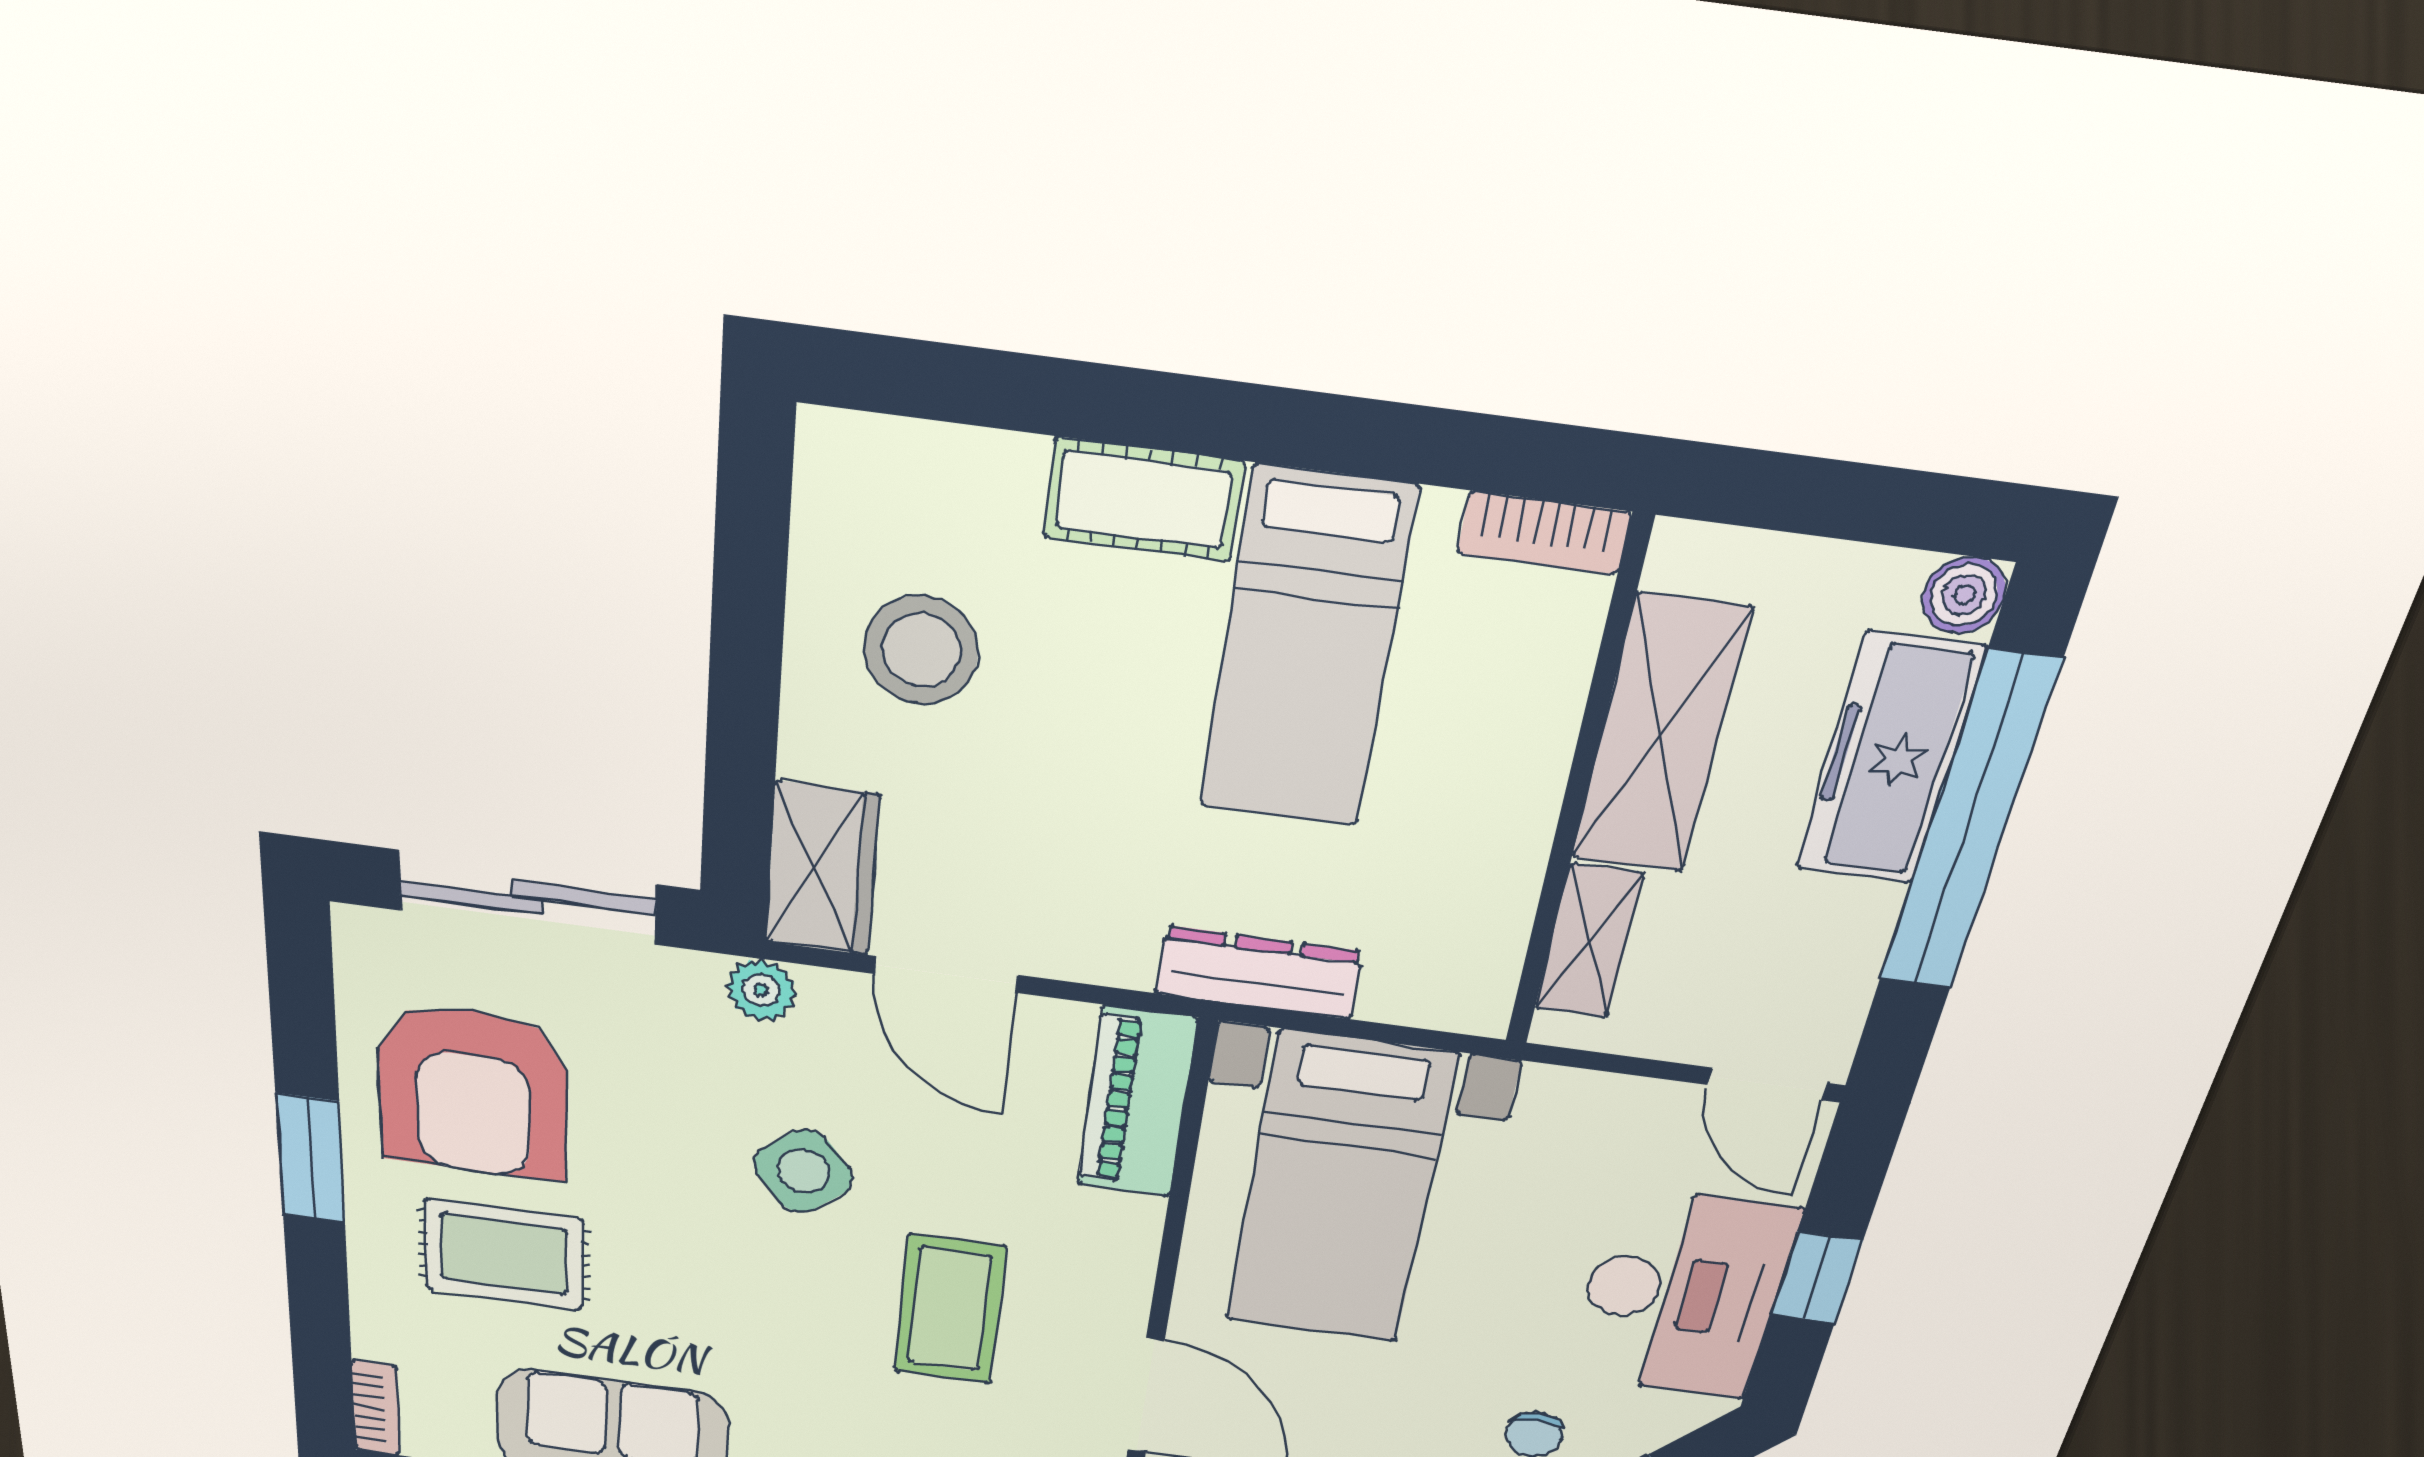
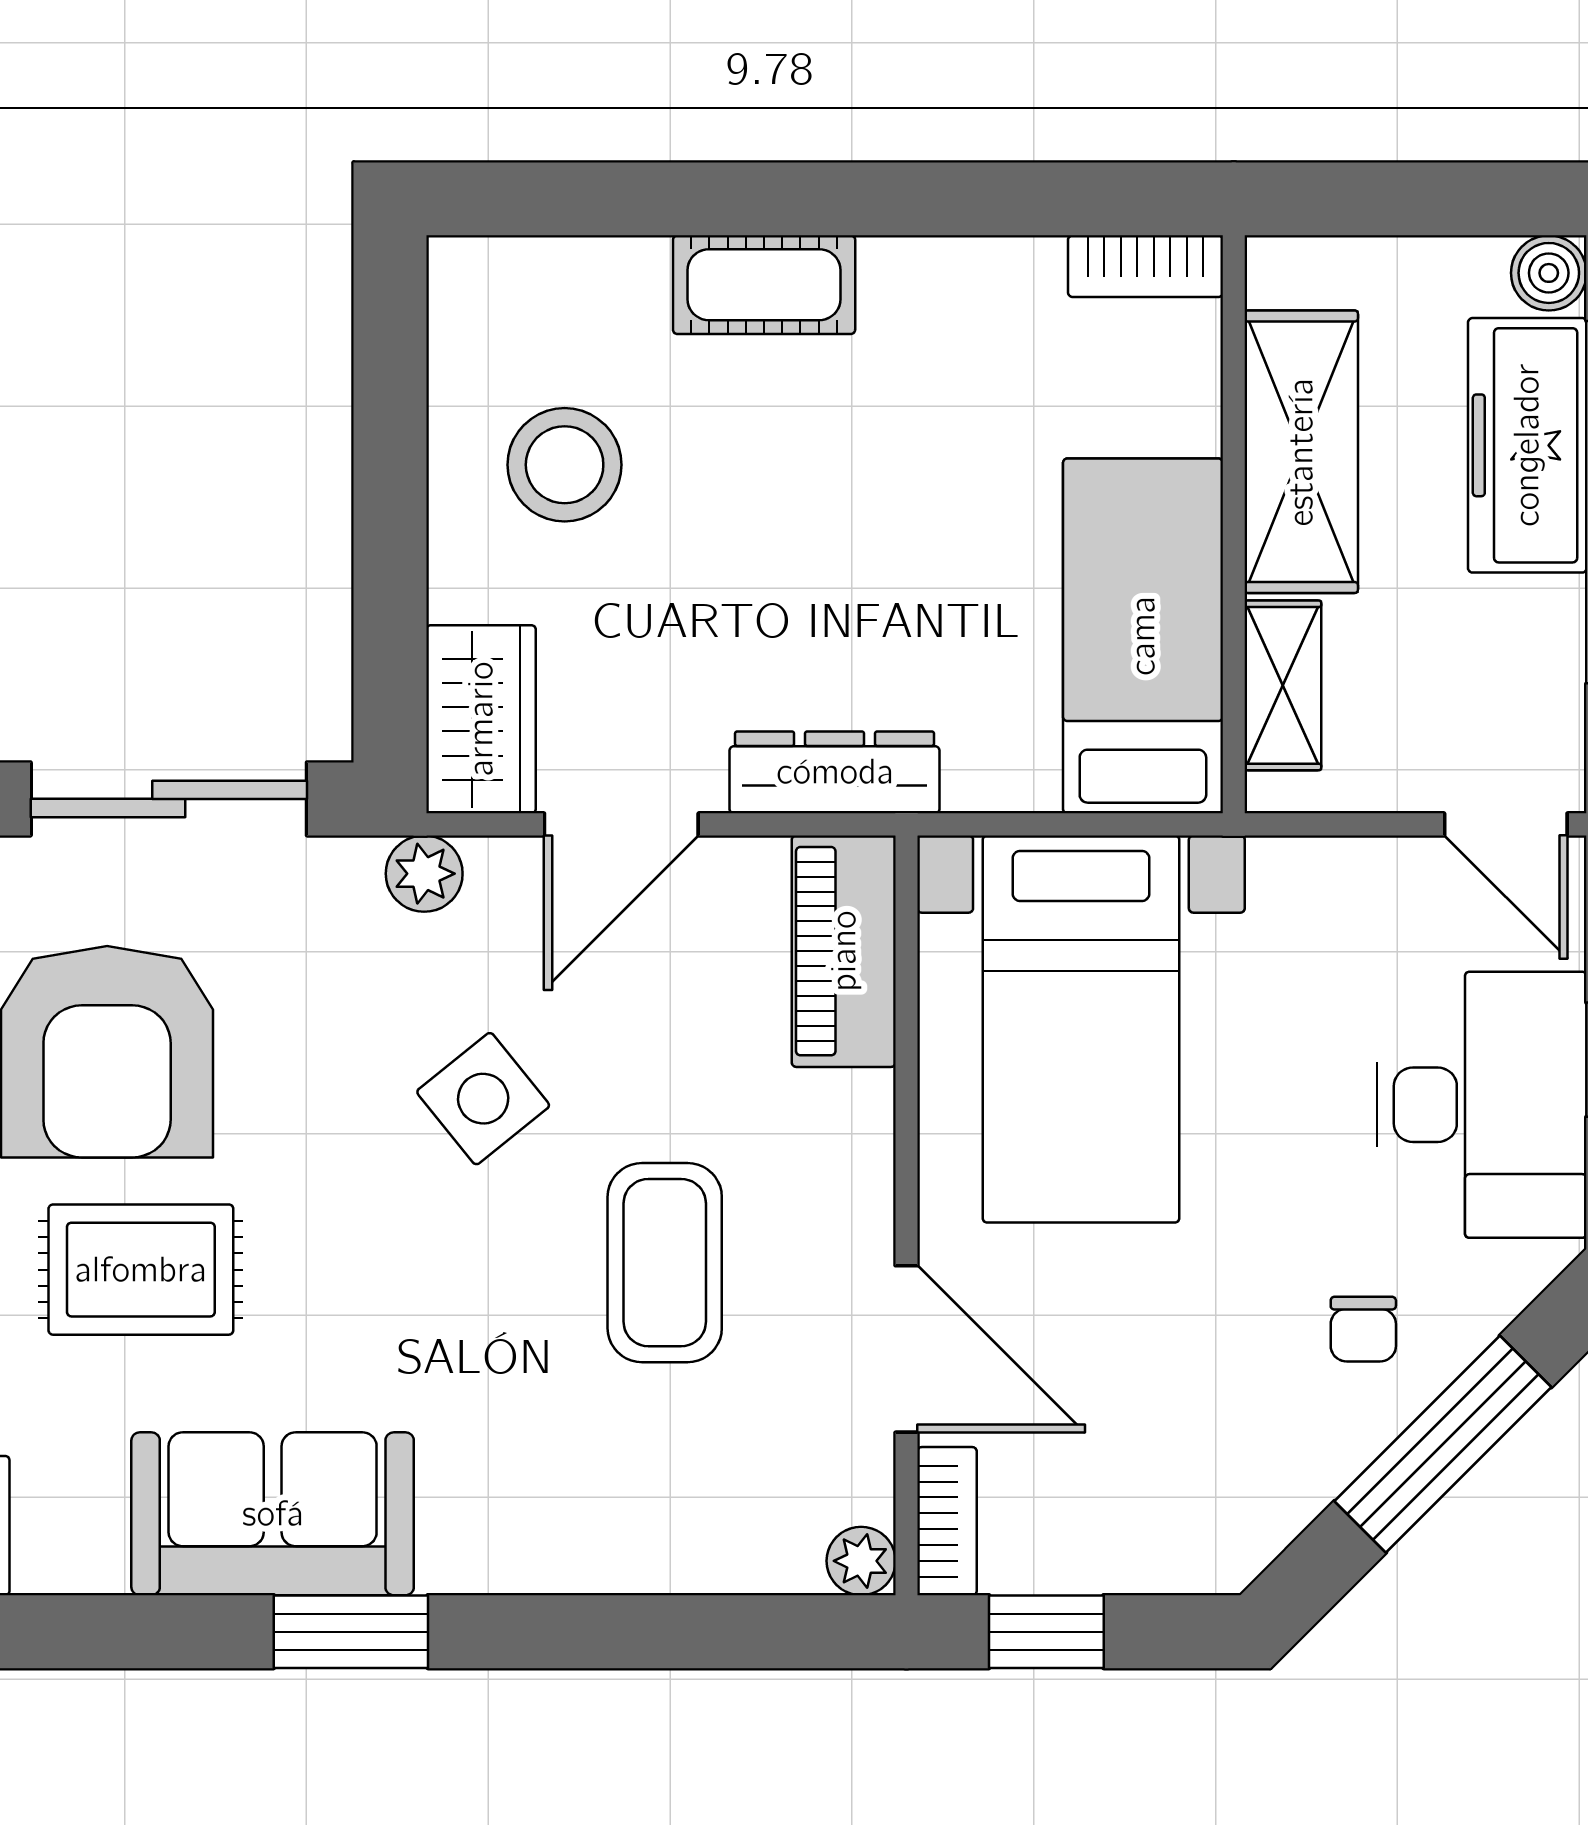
bed: (1306, 650) -> (1143, 636), moved, turned 180
dresser: (1259, 972) -> (835, 772), moved
door: (946, 974) -> (621, 824), hinge flipped

